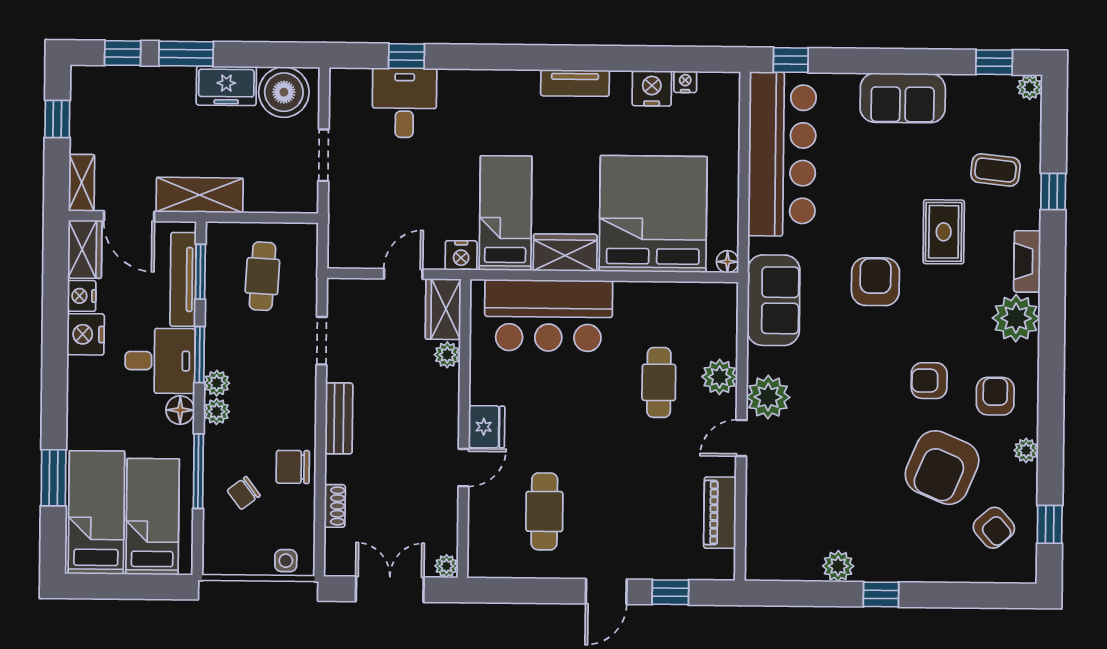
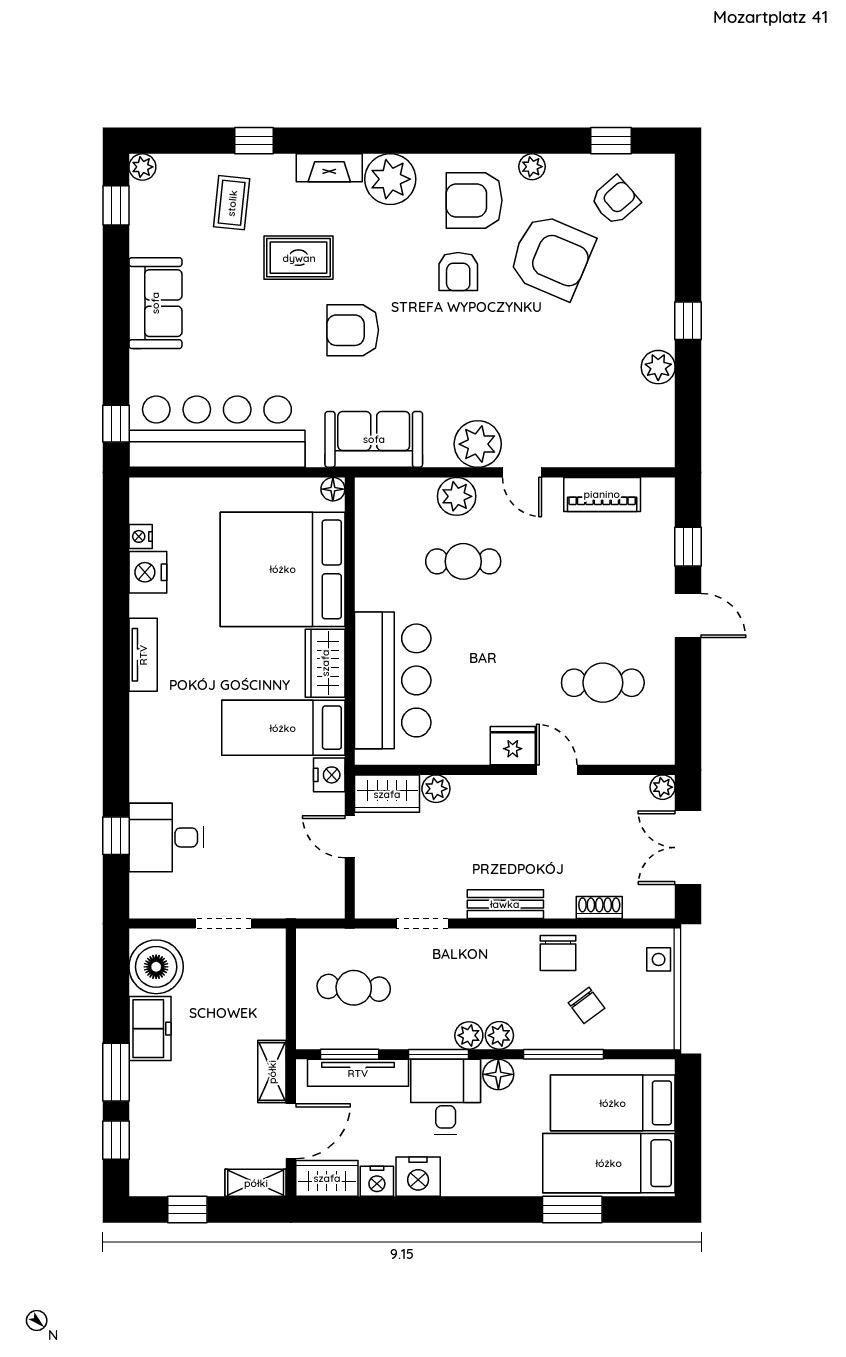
shelving: (200, 195) -> (272, 1072), width x0.67, depth x0.75
armchair: (995, 396) -> (474, 200), width x1.38, depth x1.38

